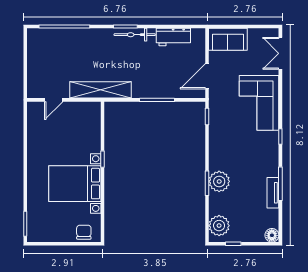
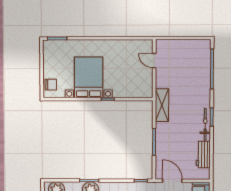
shelving: (100, 90) -> (162, 105), width x0.68

